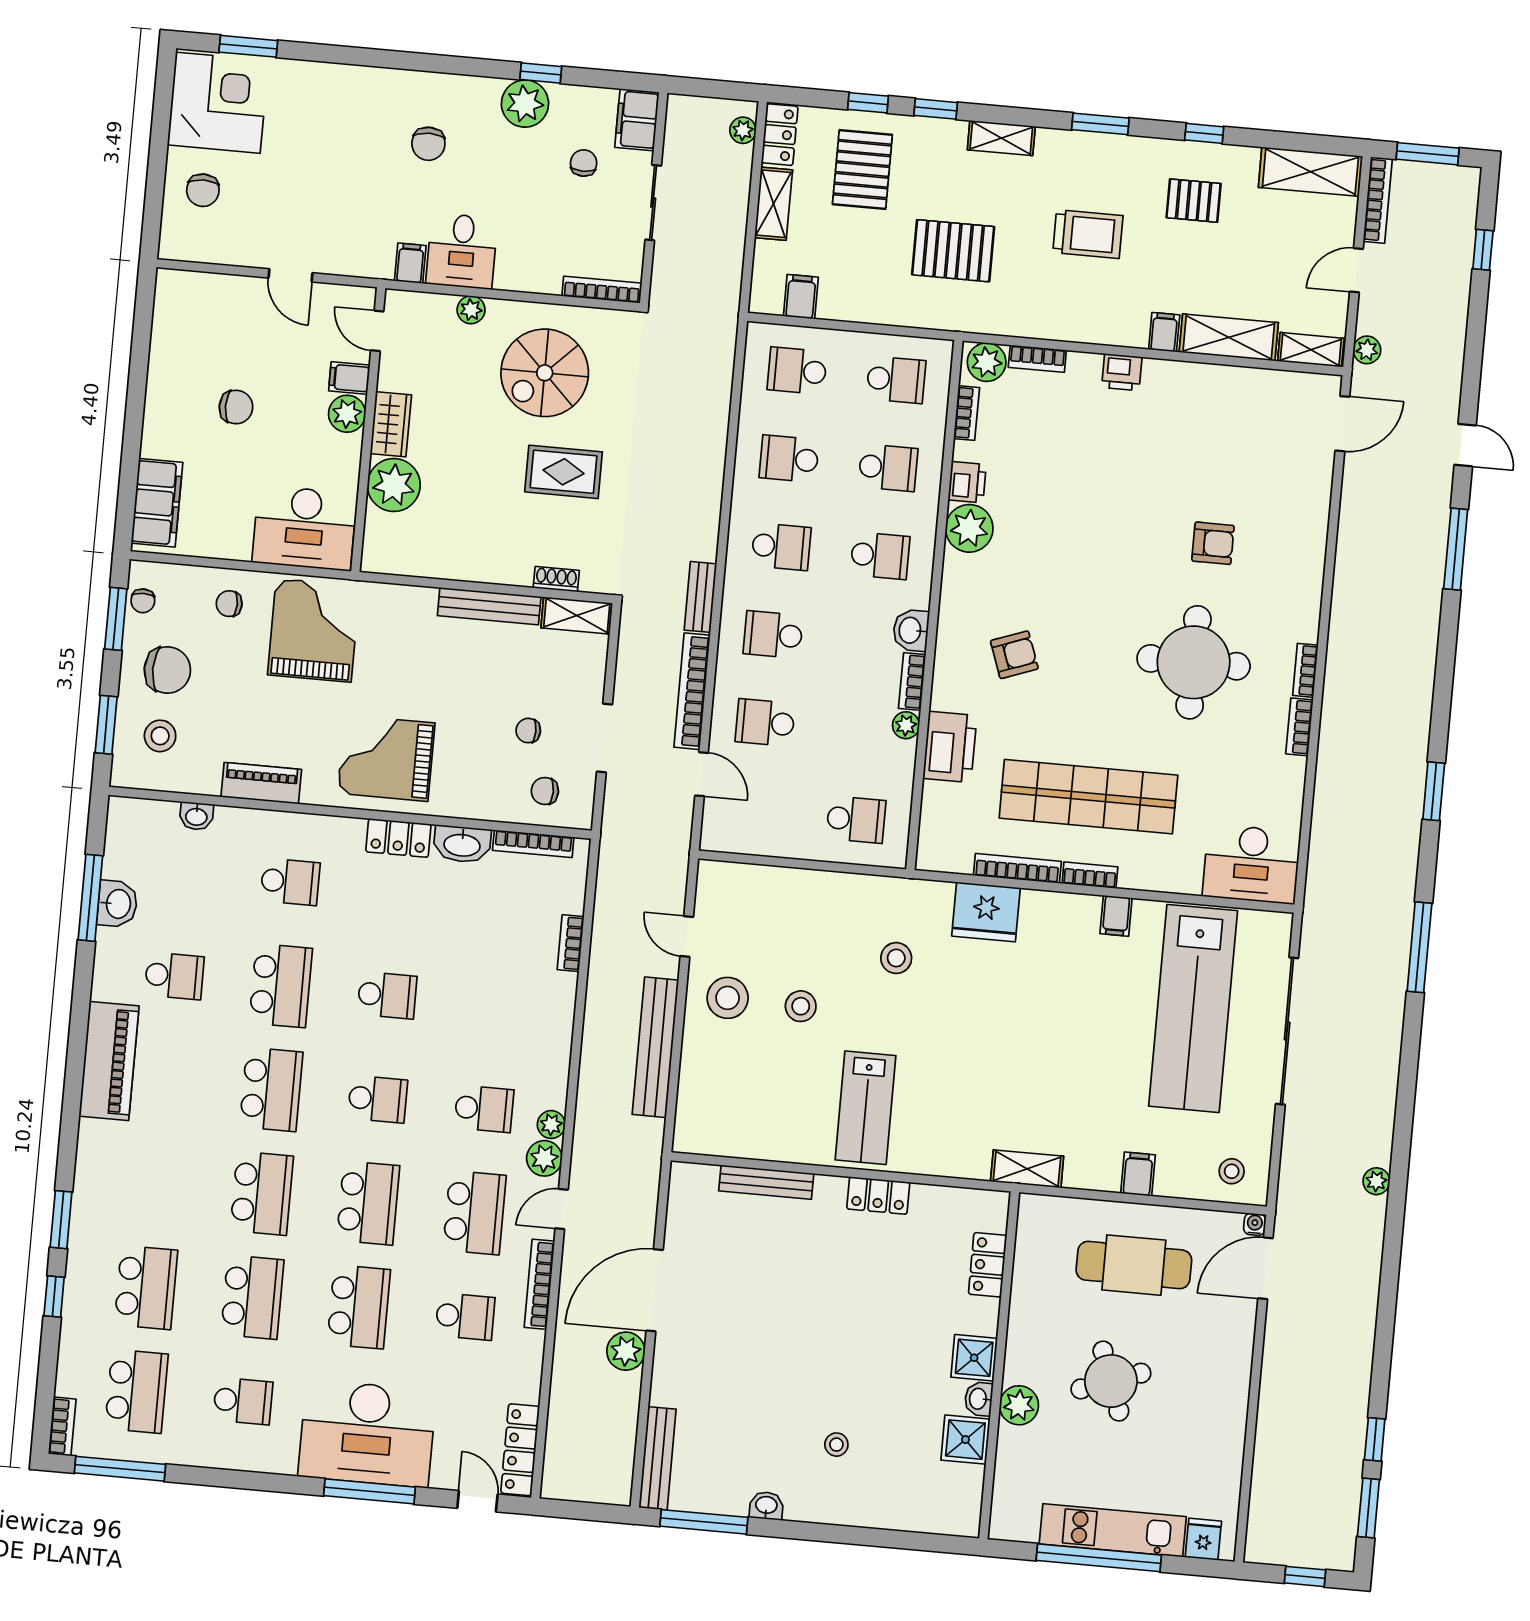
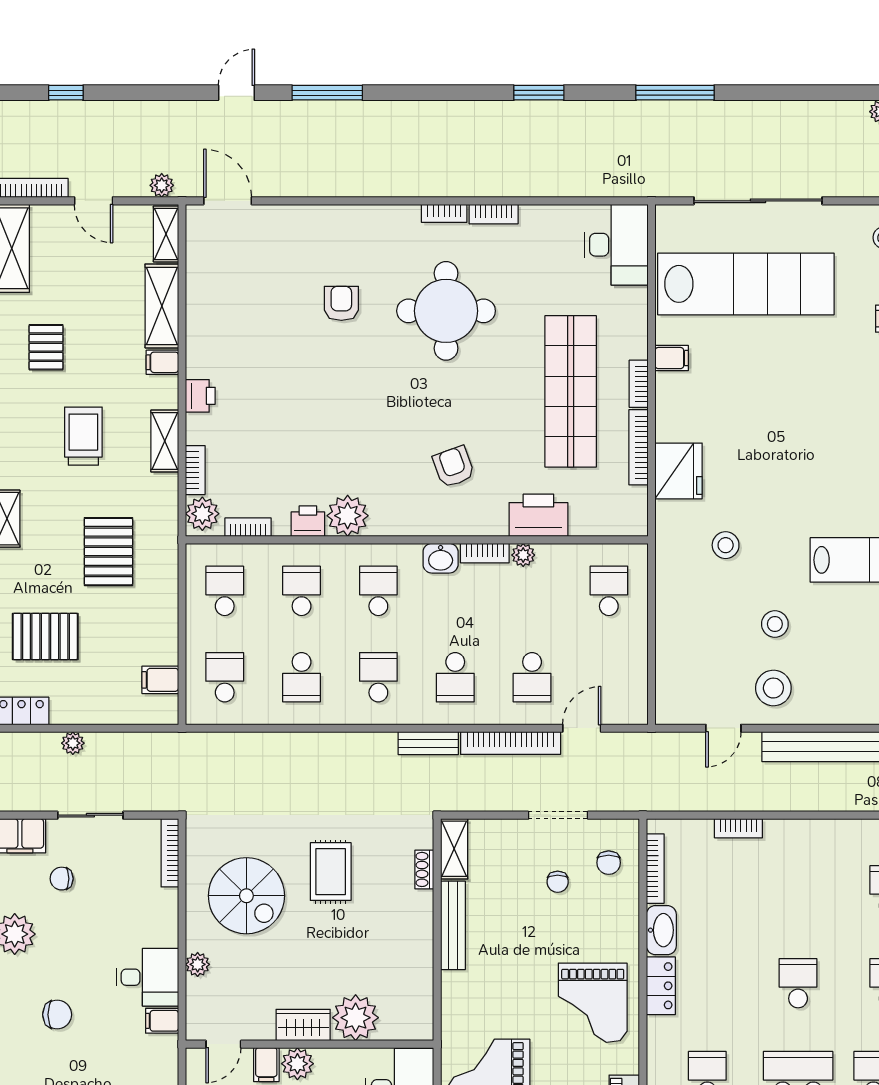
plant: (743, 130) -> (73, 743), moved
shelving: (773, 204) -> (165, 441), moved, turned 90
school desk: (797, 371) -> (225, 677), turned 180

